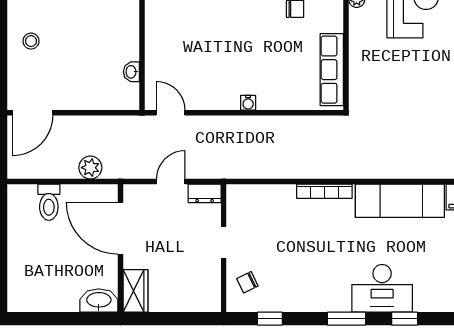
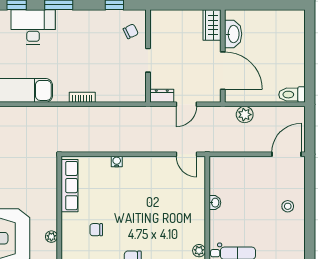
washbasin: (131, 72) -> (215, 203), moved
water cooler: (248, 103) -> (117, 162), moved
bookcase: (324, 191) -> (82, 97), width x0.64
toilet: (49, 202) -> (292, 95), moved, turned -90
washbasin: (99, 301) -> (233, 34), moved, turned -90

